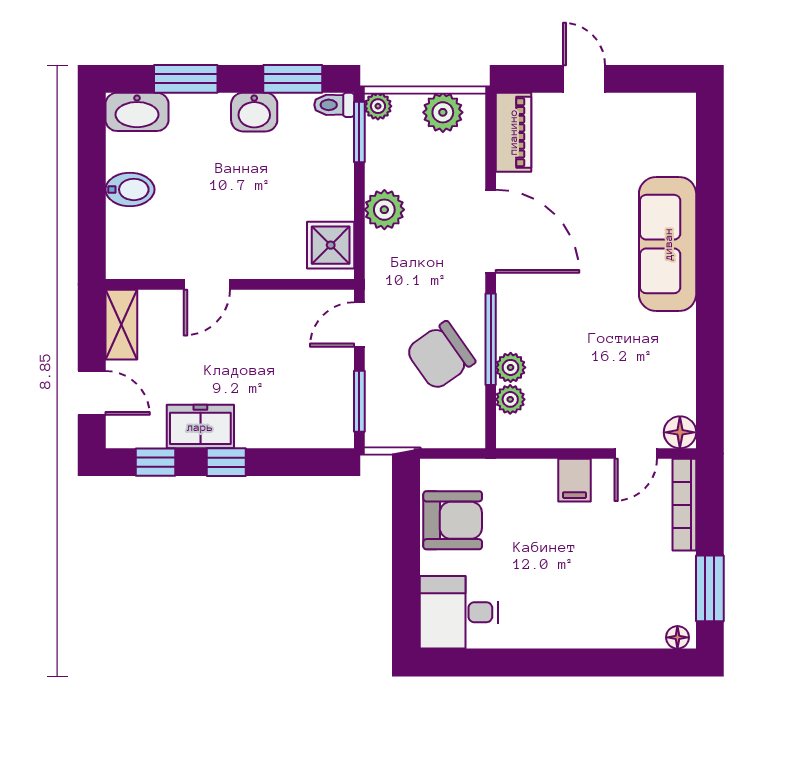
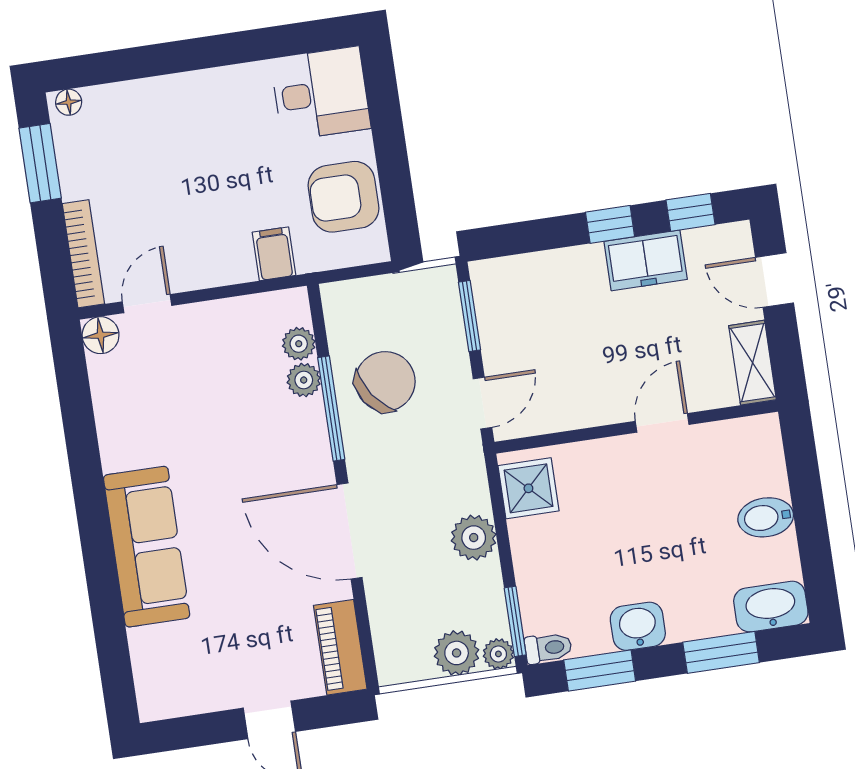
plant: (443, 112) -> (457, 653), moved
filing cabinet: (574, 480) -> (274, 254), moved

